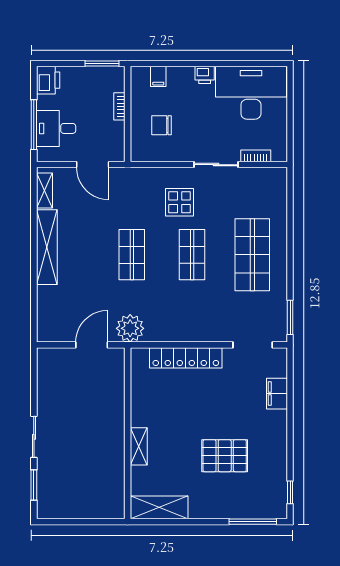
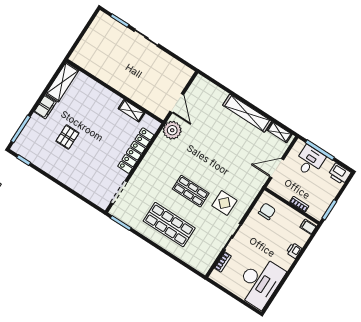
printer: (205, 75) -> (294, 251), moved
filing cabinet: (158, 76) -> (308, 227), moved
chair: (162, 125) -> (267, 211), moved
shop shelf: (132, 255) -> (212, 158), removed
filing cabinet: (277, 394) -> (45, 107), moved, turned 90
shelving: (139, 446) -> (131, 111), moved
pallet: (225, 456) -> (67, 137), width x0.67, depth x0.71

